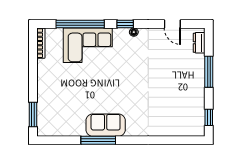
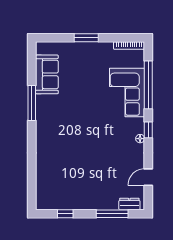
window: (209, 72) -> (112, 214), moved
window: (33, 115) -> (86, 38), moved
window: (209, 117) -> (65, 214), moved
sofa: (106, 125) -> (47, 74), moved

